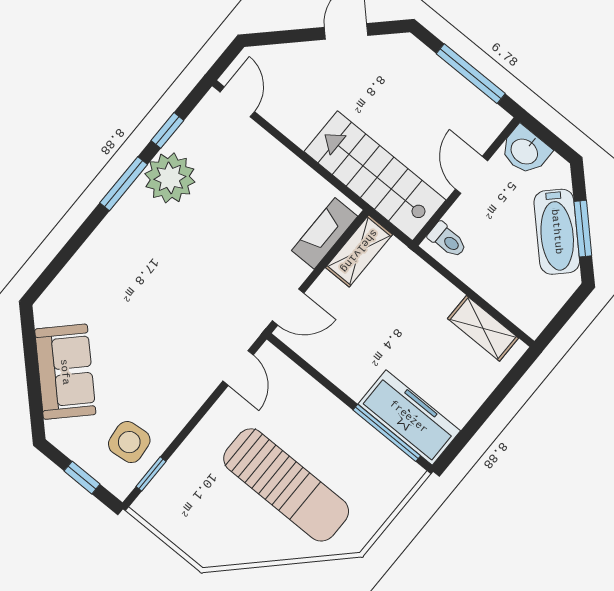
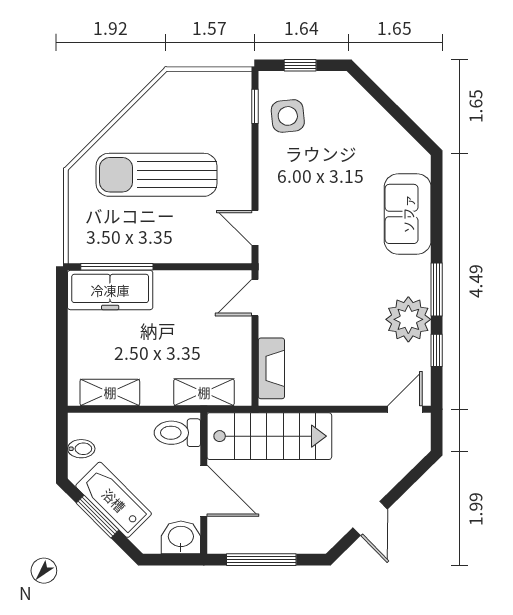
door: (237, 102) -> (405, 409), swing flipped
door: (472, 175) -> (204, 491), width x1.38
toilet: (447, 240) -> (177, 433), width x1.37, depth x1.39
shelving: (359, 251) -> (204, 392), moved, turned 90
bidet: (548, 300) -> (81, 449), added
sofa: (65, 372) -> (408, 214), moved, turned 45

